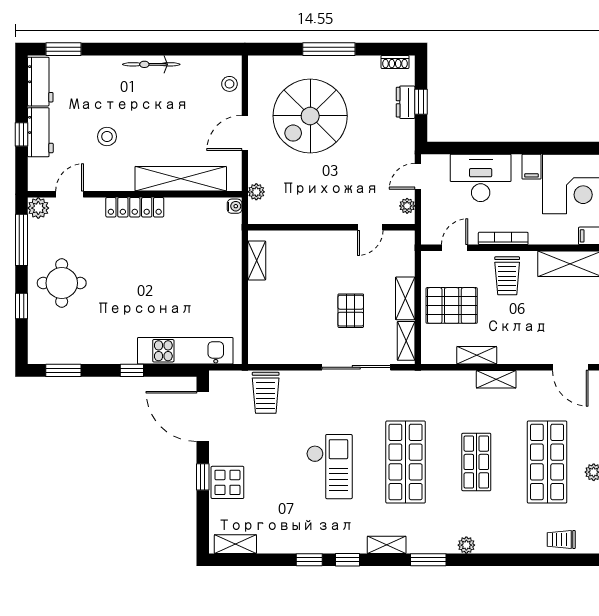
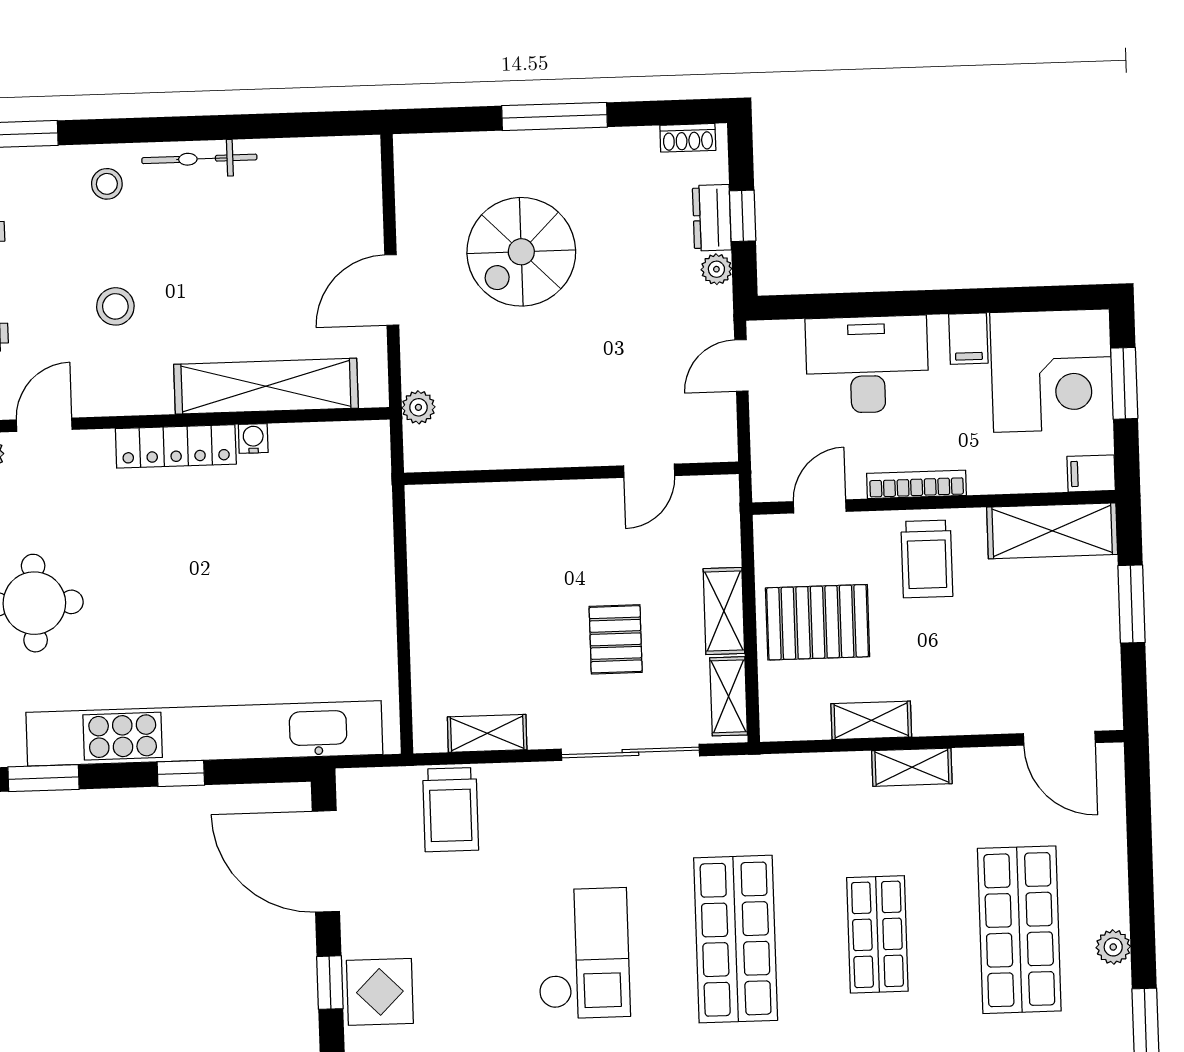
stool: (229, 84) -> (107, 184), moved
spiral stairs: (310, 116) -> (521, 252), width x0.73, depth x0.73
water cooler: (235, 206) -> (253, 438), moved, turned -90
plant: (407, 206) -> (716, 269), moved
shelving: (257, 260) -> (487, 733), moved, turned 90
kitchen unit: (185, 351) -> (204, 733), width x1.86

